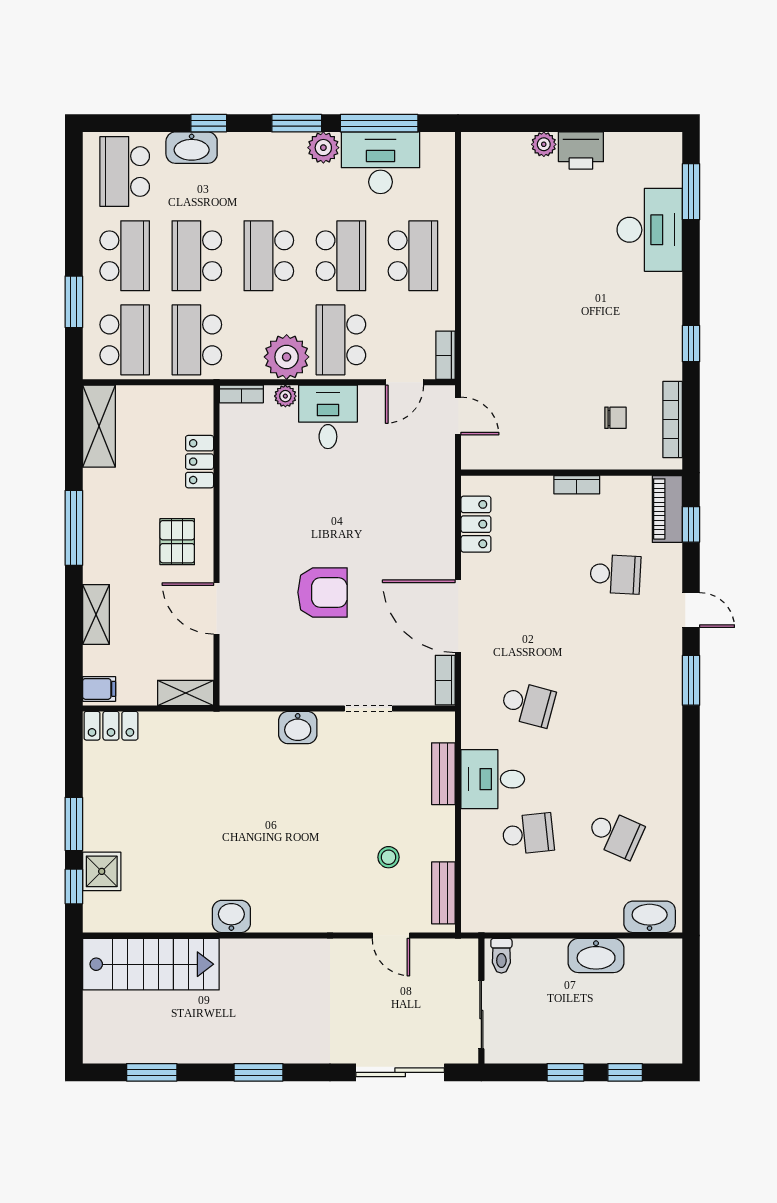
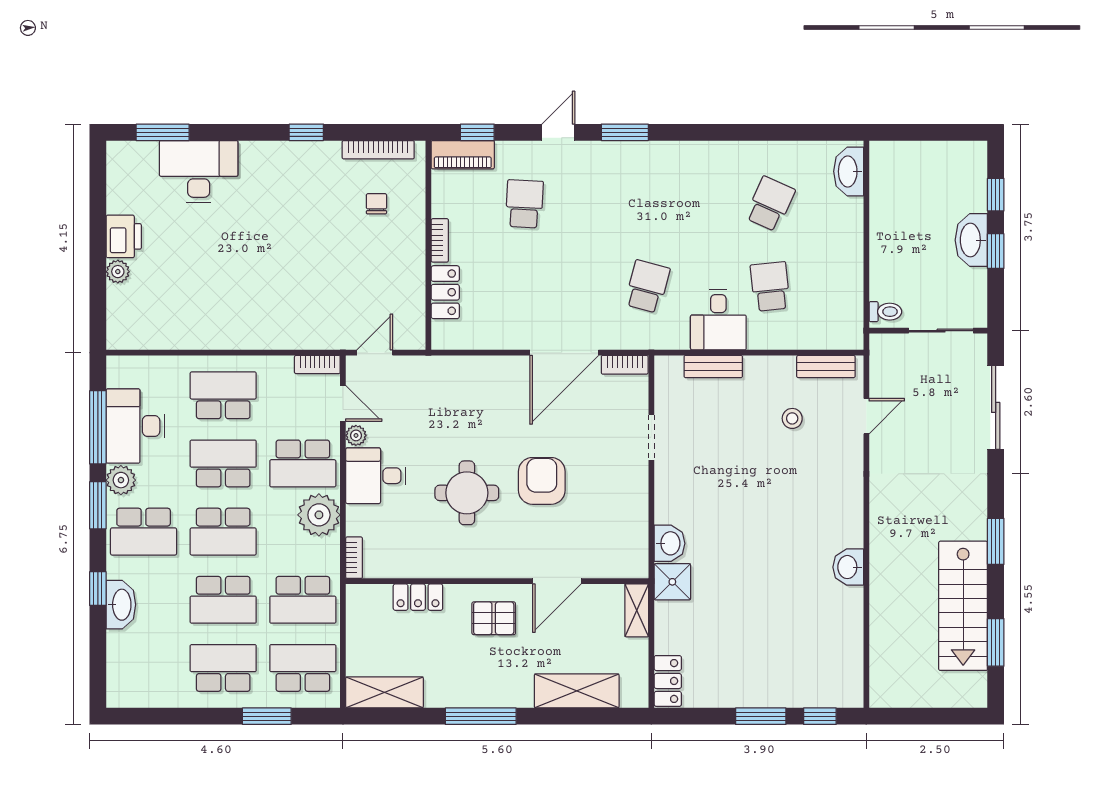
school desk: (125, 172) -> (144, 532), moved
plant: (285, 396) -> (356, 435), moved
round table: (310, 513) -> (467, 493), added
locker: (476, 524) -> (445, 292), moved, turned 90
shelving: (96, 614) -> (577, 691), width x1.50, depth x1.33
filing cabinet: (99, 689) -> (633, 692), removed
washbasin: (298, 728) -> (670, 543), moved
shower: (102, 871) -> (672, 582), moved
washbasin: (596, 955) -> (971, 240), moved, turned 180
stairs: (151, 964) -> (963, 606), moved, turned 180

